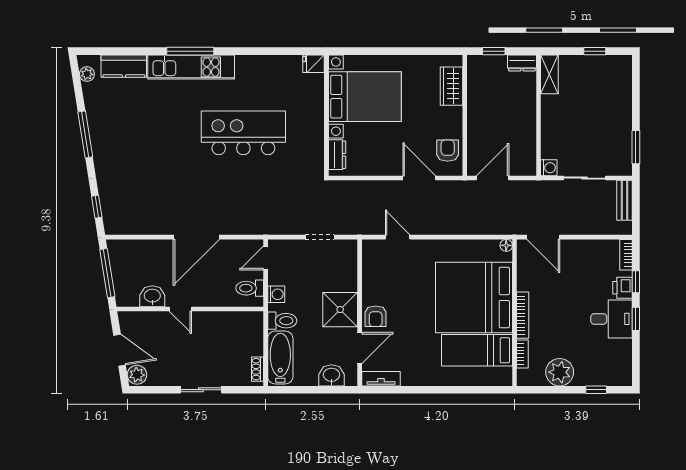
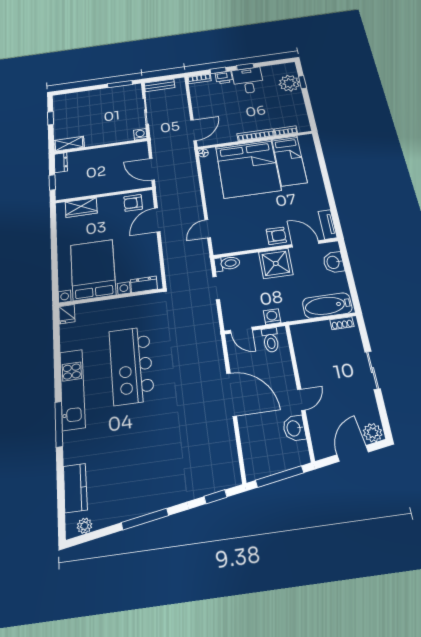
kitchen unit: (191, 67) -> (72, 389), moved
toilet: (282, 321) -> (227, 264), moved, turned 90
plant: (560, 372) -> (289, 83), moved

